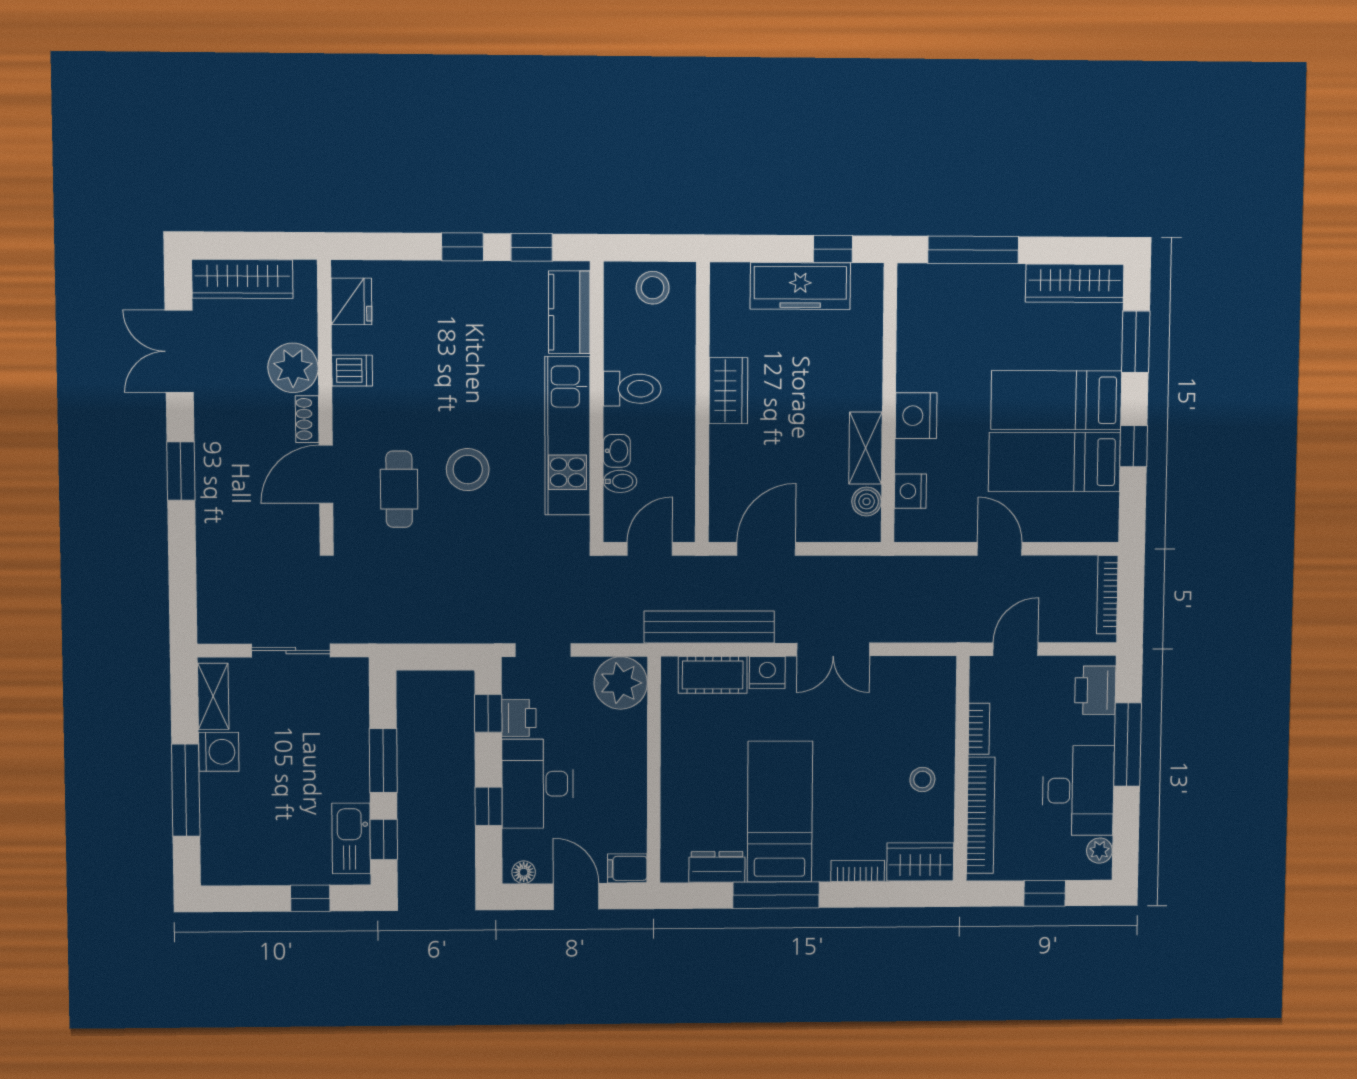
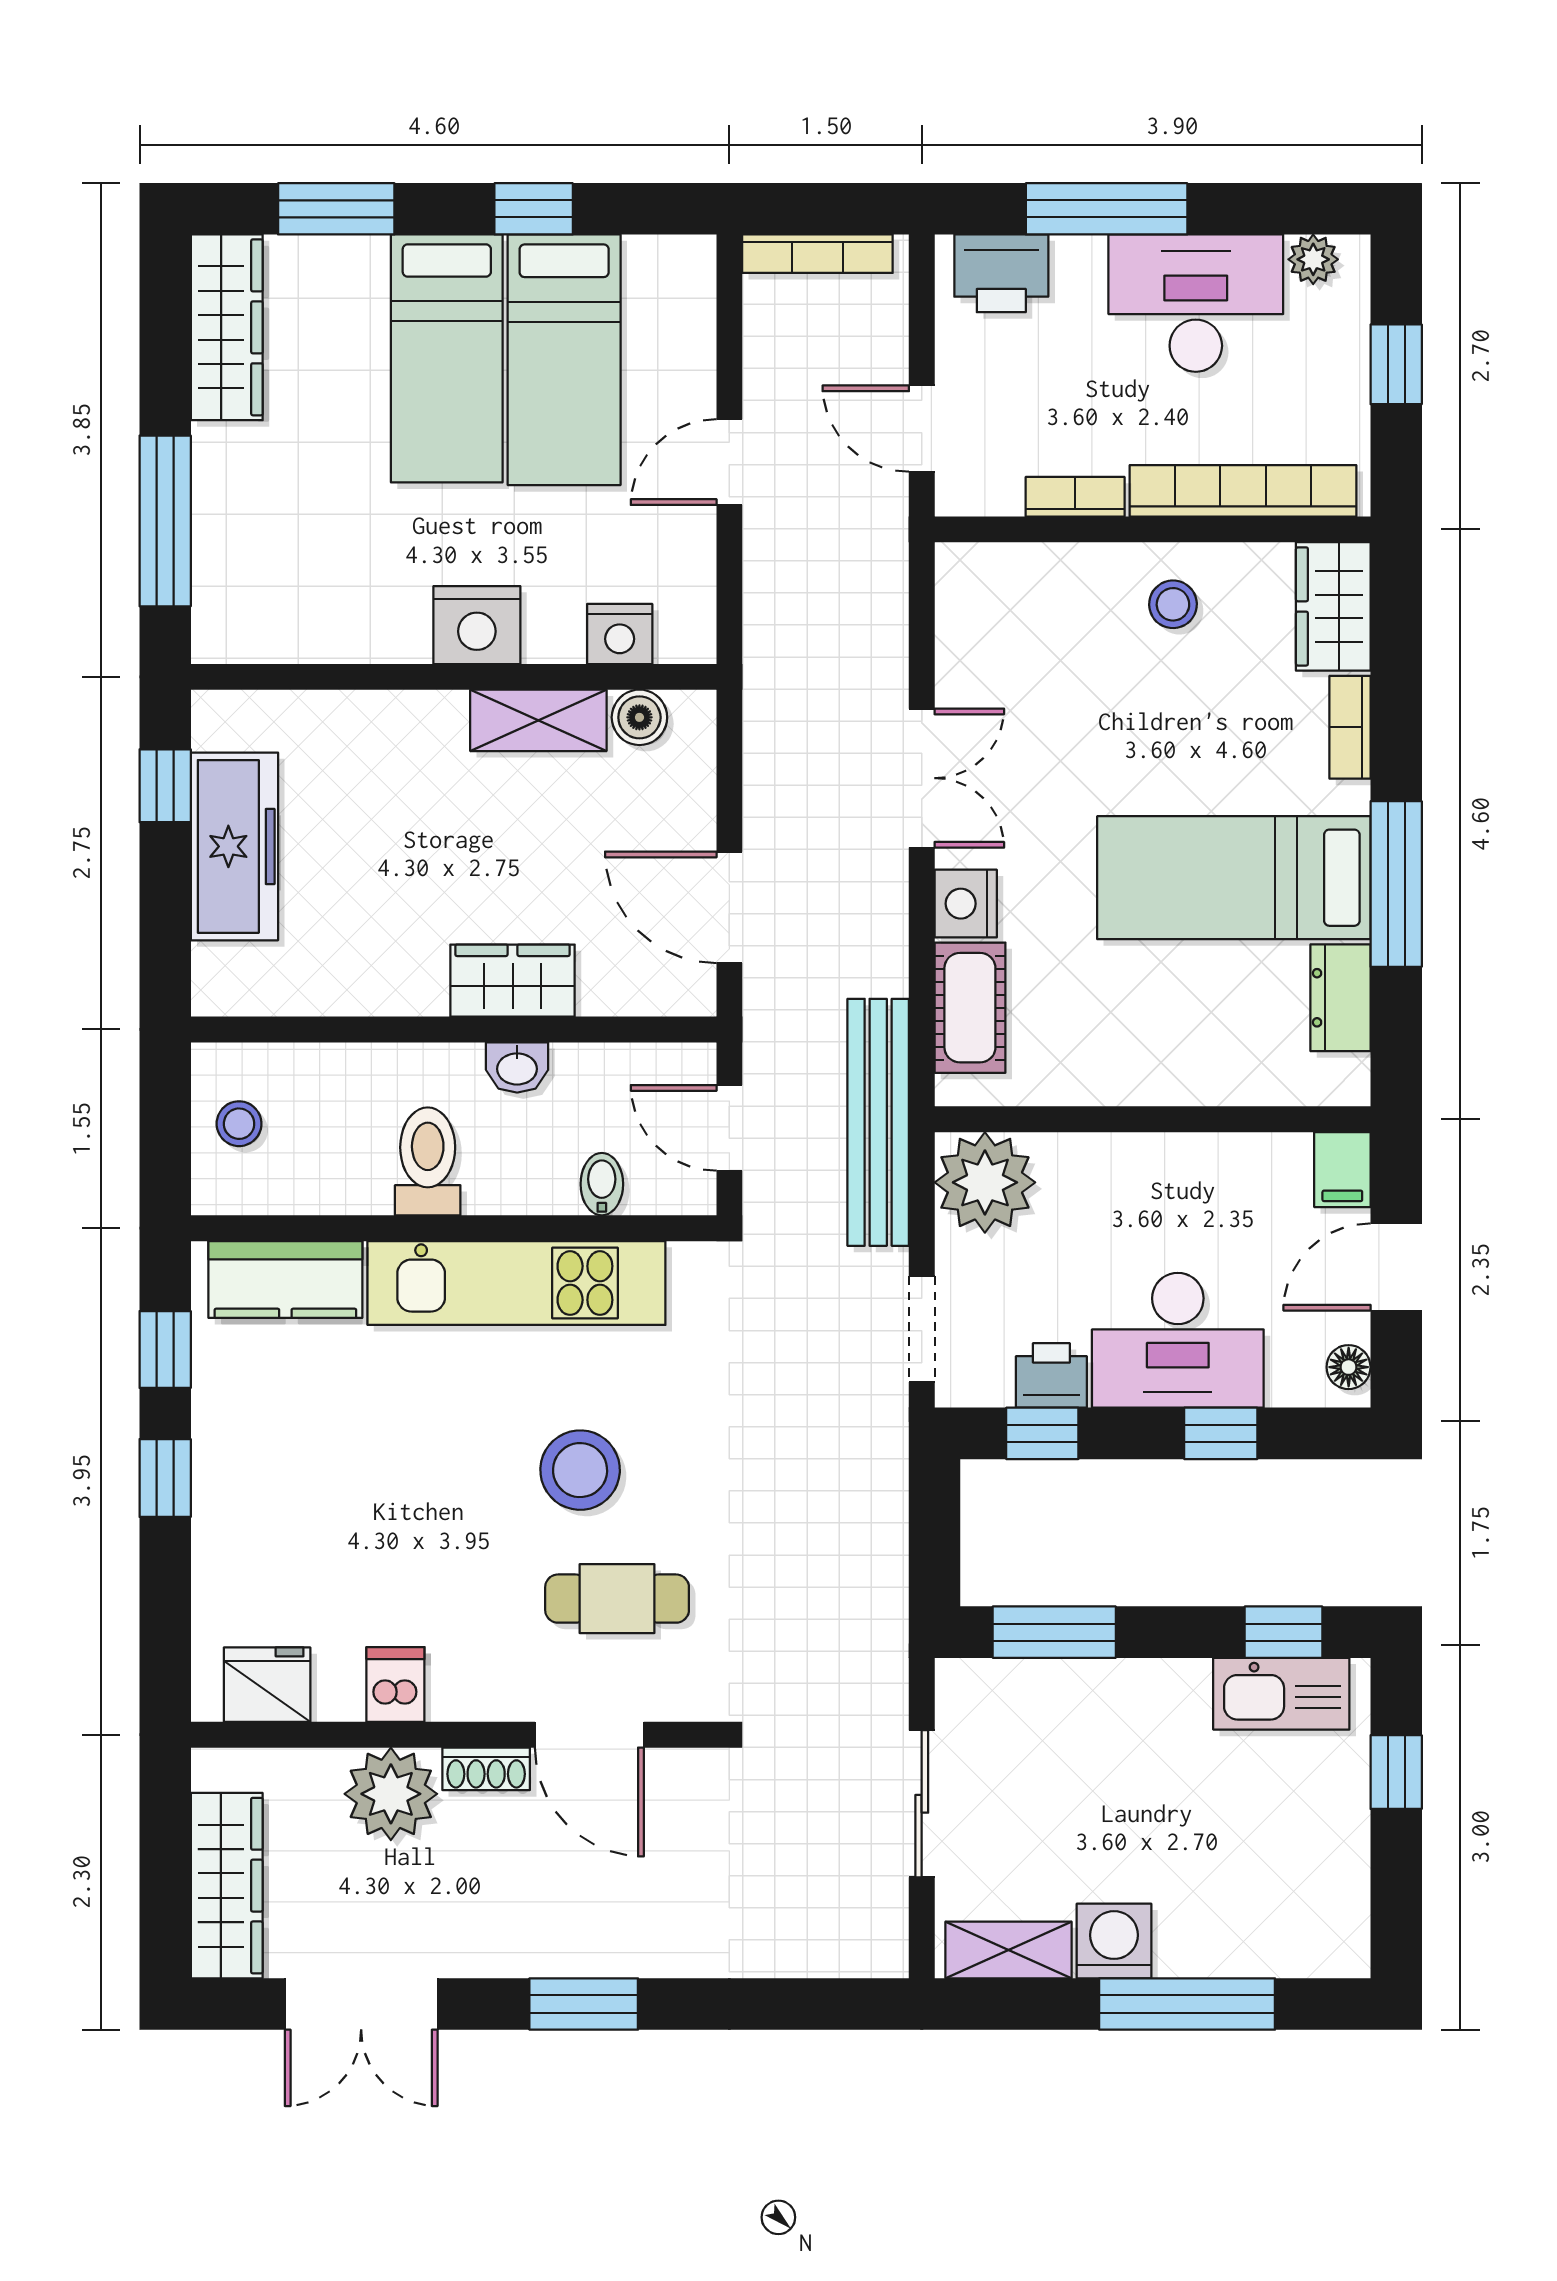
stool: (653, 288) -> (239, 1124), width x0.73, depth x0.73
wardrobe: (728, 391) -> (513, 981), moved
washbasin: (617, 451) -> (517, 1067), moved, turned 180
bench: (709, 627) -> (878, 1122), moved
window: (383, 761) -> (1054, 1632), moved

